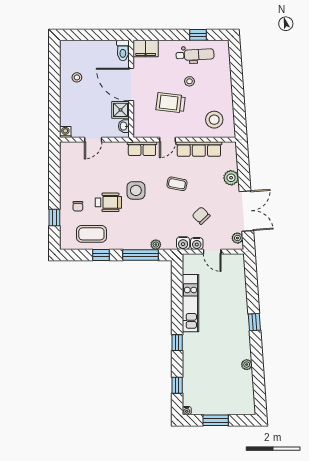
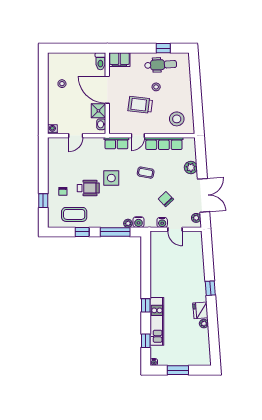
water cooler: (183, 243) -> (139, 222), moved
kitchen unit: (190, 303) -> (157, 321), moved
fridge: (243, 349) -> (200, 310), added

